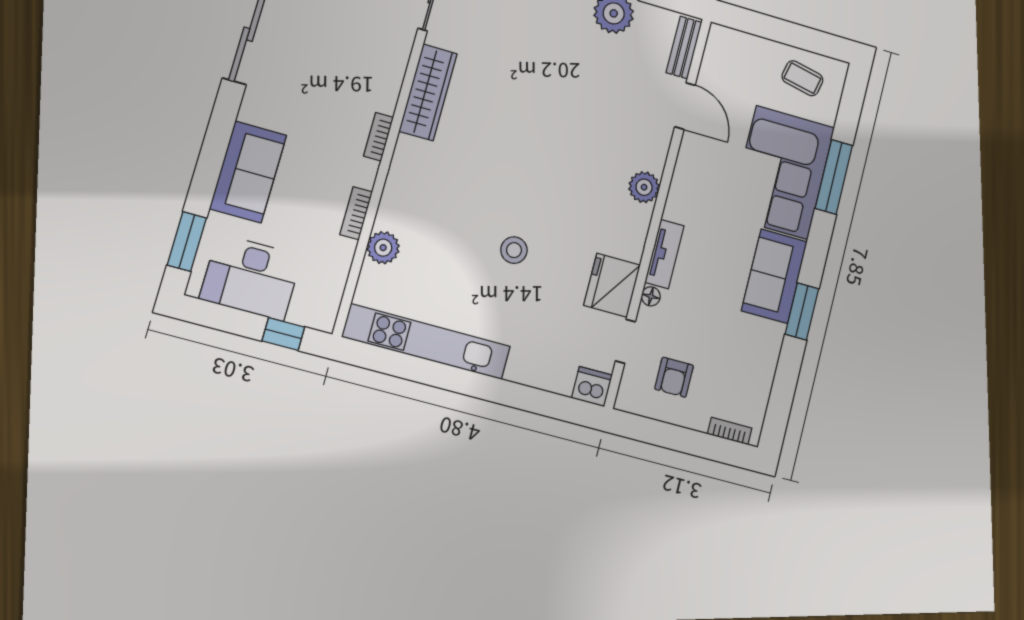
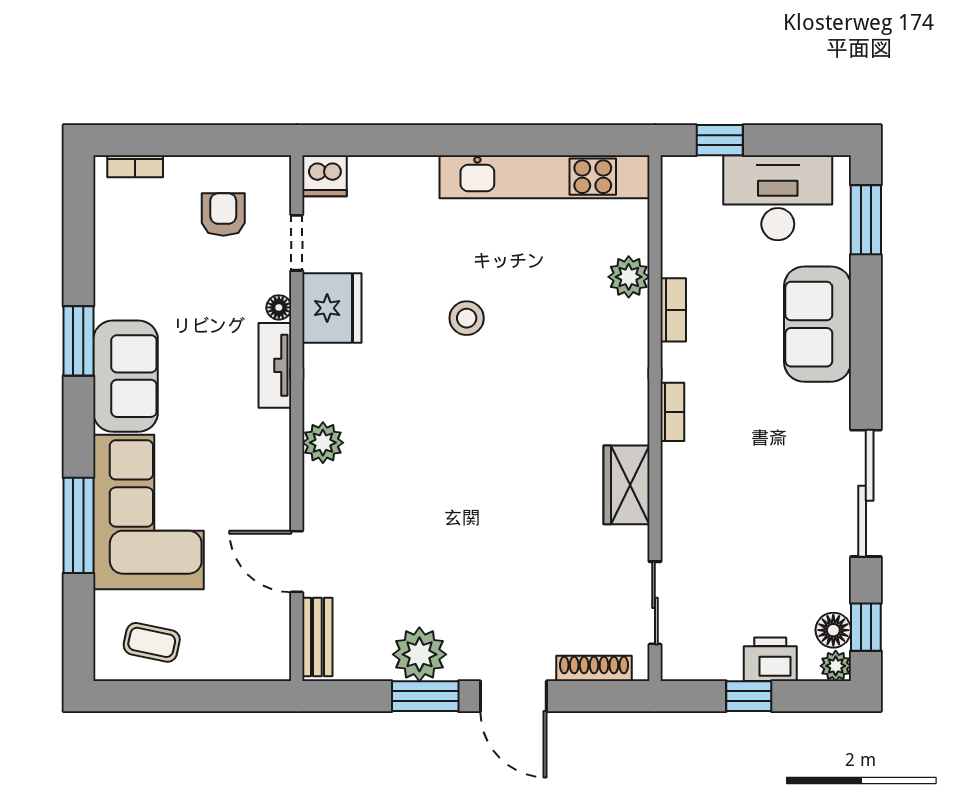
wardrobe: (428, 92) -> (627, 485), width x0.67

